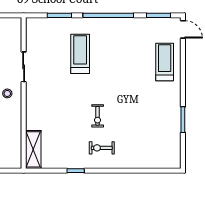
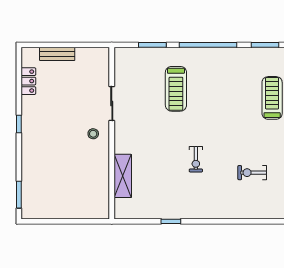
treadmill: (80, 54) -> (176, 89), turned 180
exercise bike: (102, 148) -> (252, 173), moved
shelving: (33, 149) -> (123, 176), moved

